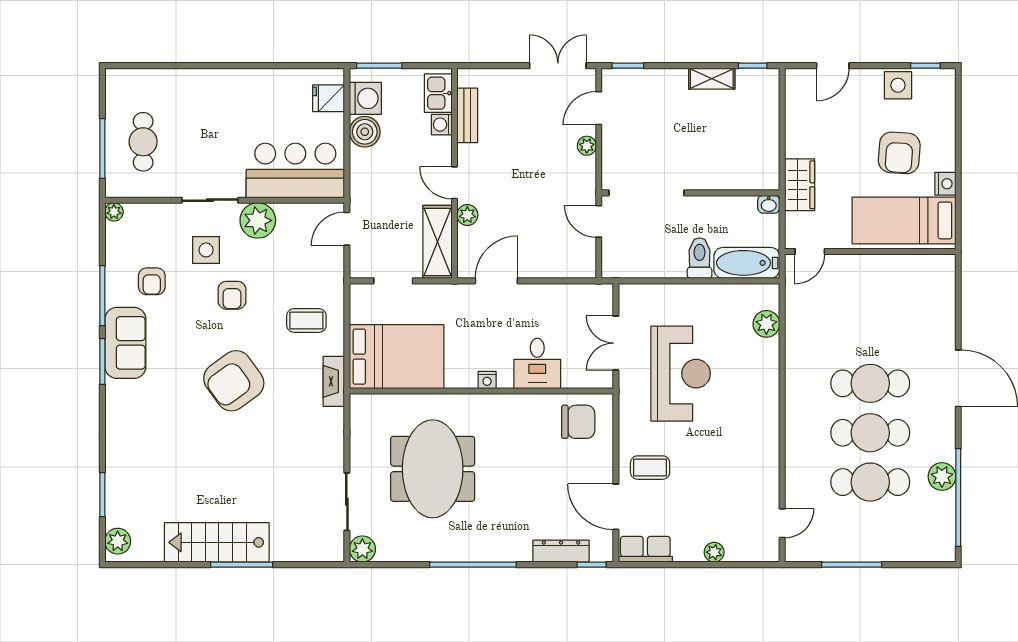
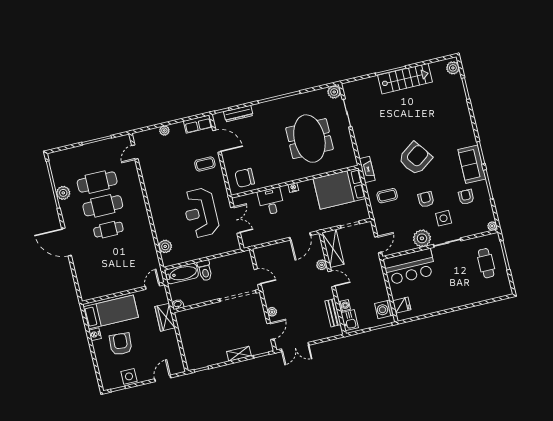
shelving: (712, 79) -> (239, 354), moved
boiler: (365, 132) -> (381, 293), removed
cafe table: (870, 383) -> (108, 230), width x0.73, depth x0.74

